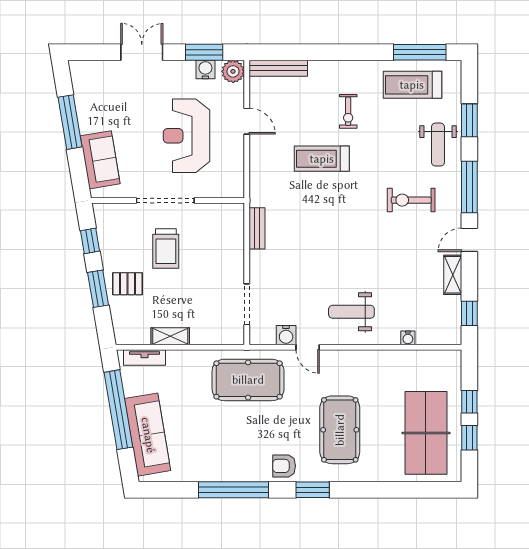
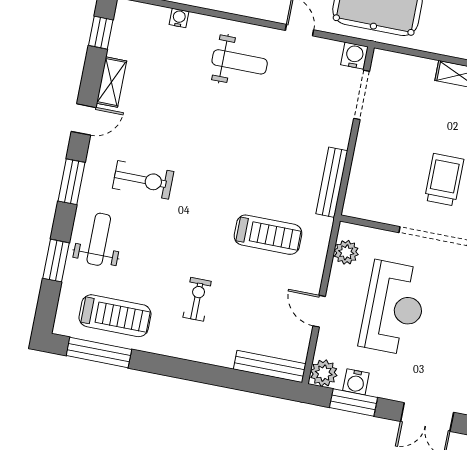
treadmill: (322, 159) -> (268, 235), moved
plant: (234, 174) -> (346, 252), added
window: (469, 187) -> (71, 182), width x0.69
bench: (257, 228) -> (332, 182), width x1.36
water cooler: (286, 335) -> (354, 56), moved

